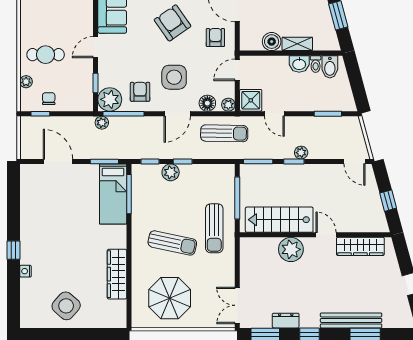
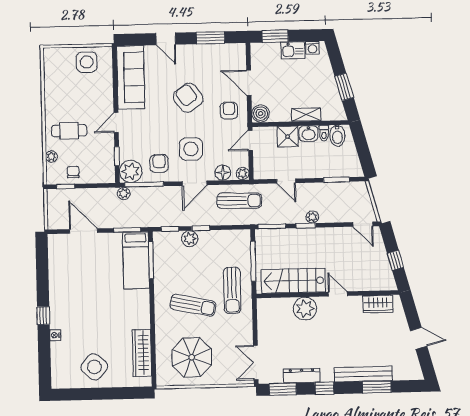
boiler: (272, 42) -> (261, 114), moved
shower: (251, 100) -> (288, 136), moved
wardrobe: (360, 246) -> (378, 304), width x0.67
wardrobe: (117, 274) -> (142, 353), moved
dresser: (286, 321) -> (302, 376), width x1.44

